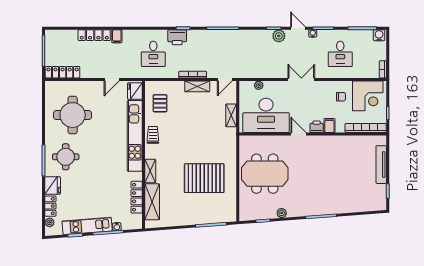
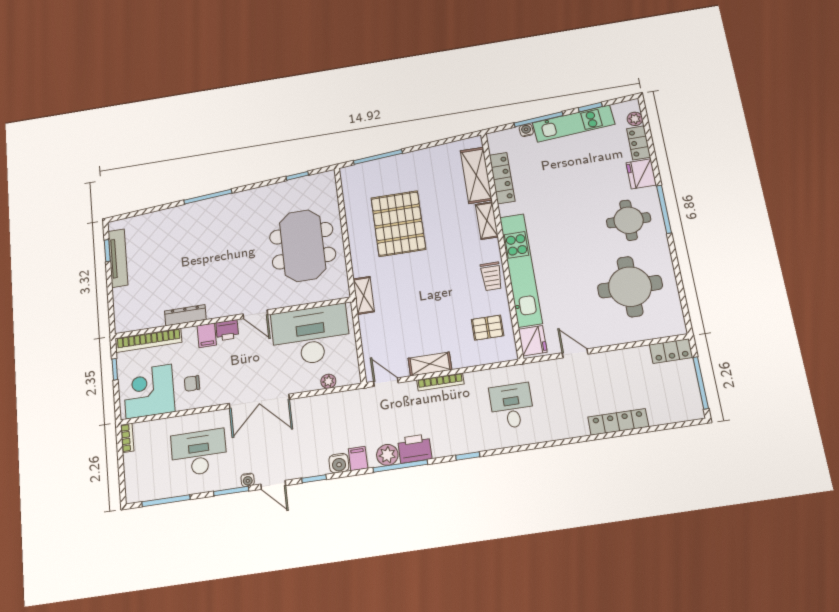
water cooler: (379, 35) -> (339, 463), moved
filing cabinet: (117, 36) -> (358, 459), moved
plant: (279, 36) -> (387, 455), moved
printer: (177, 37) -> (415, 449), moved
desk: (340, 54) -> (199, 453), width x1.37
locker: (63, 72) -> (671, 351), width x0.66
door: (112, 79) -> (575, 353), hinge flipped
door: (225, 79) -> (386, 382), hinge flipped
double door: (301, 79) -> (259, 401), width x1.37
pallet: (160, 103) -> (488, 328), turned 90
shelving: (231, 115) -> (364, 295), moved
dresser: (342, 140) -> (185, 315), added
tv unit: (381, 165) -> (118, 258), moved
meeting table: (265, 174) -> (303, 246), turned 90
pallet: (204, 178) -> (398, 224), turned 90
plant: (282, 213) -> (270, 192), removed

